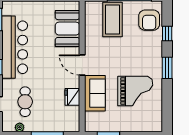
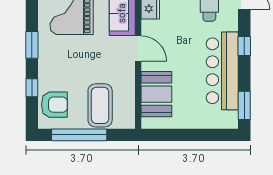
armchair: (149, 20) -> (54, 105), turned 90

